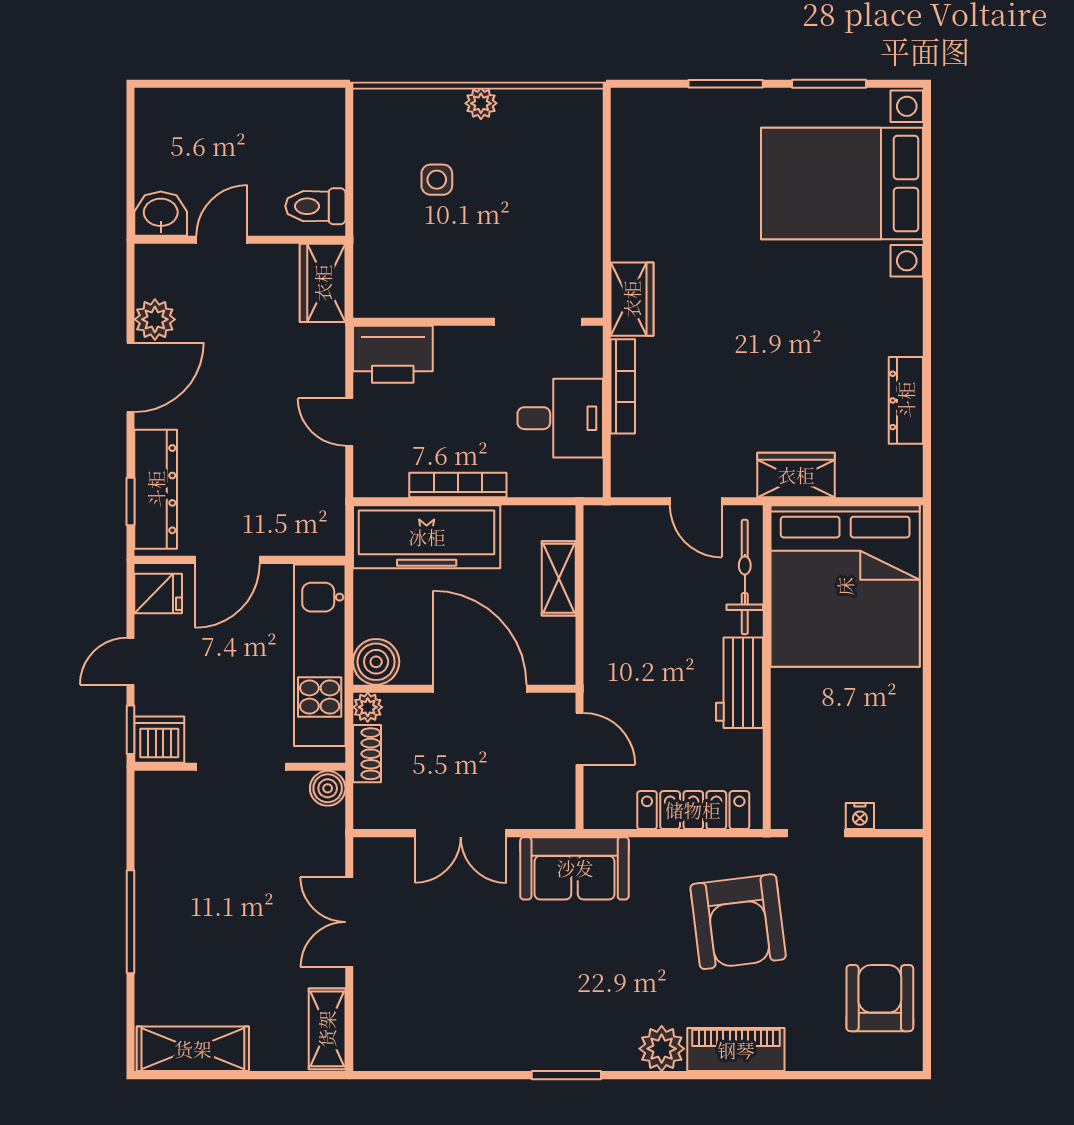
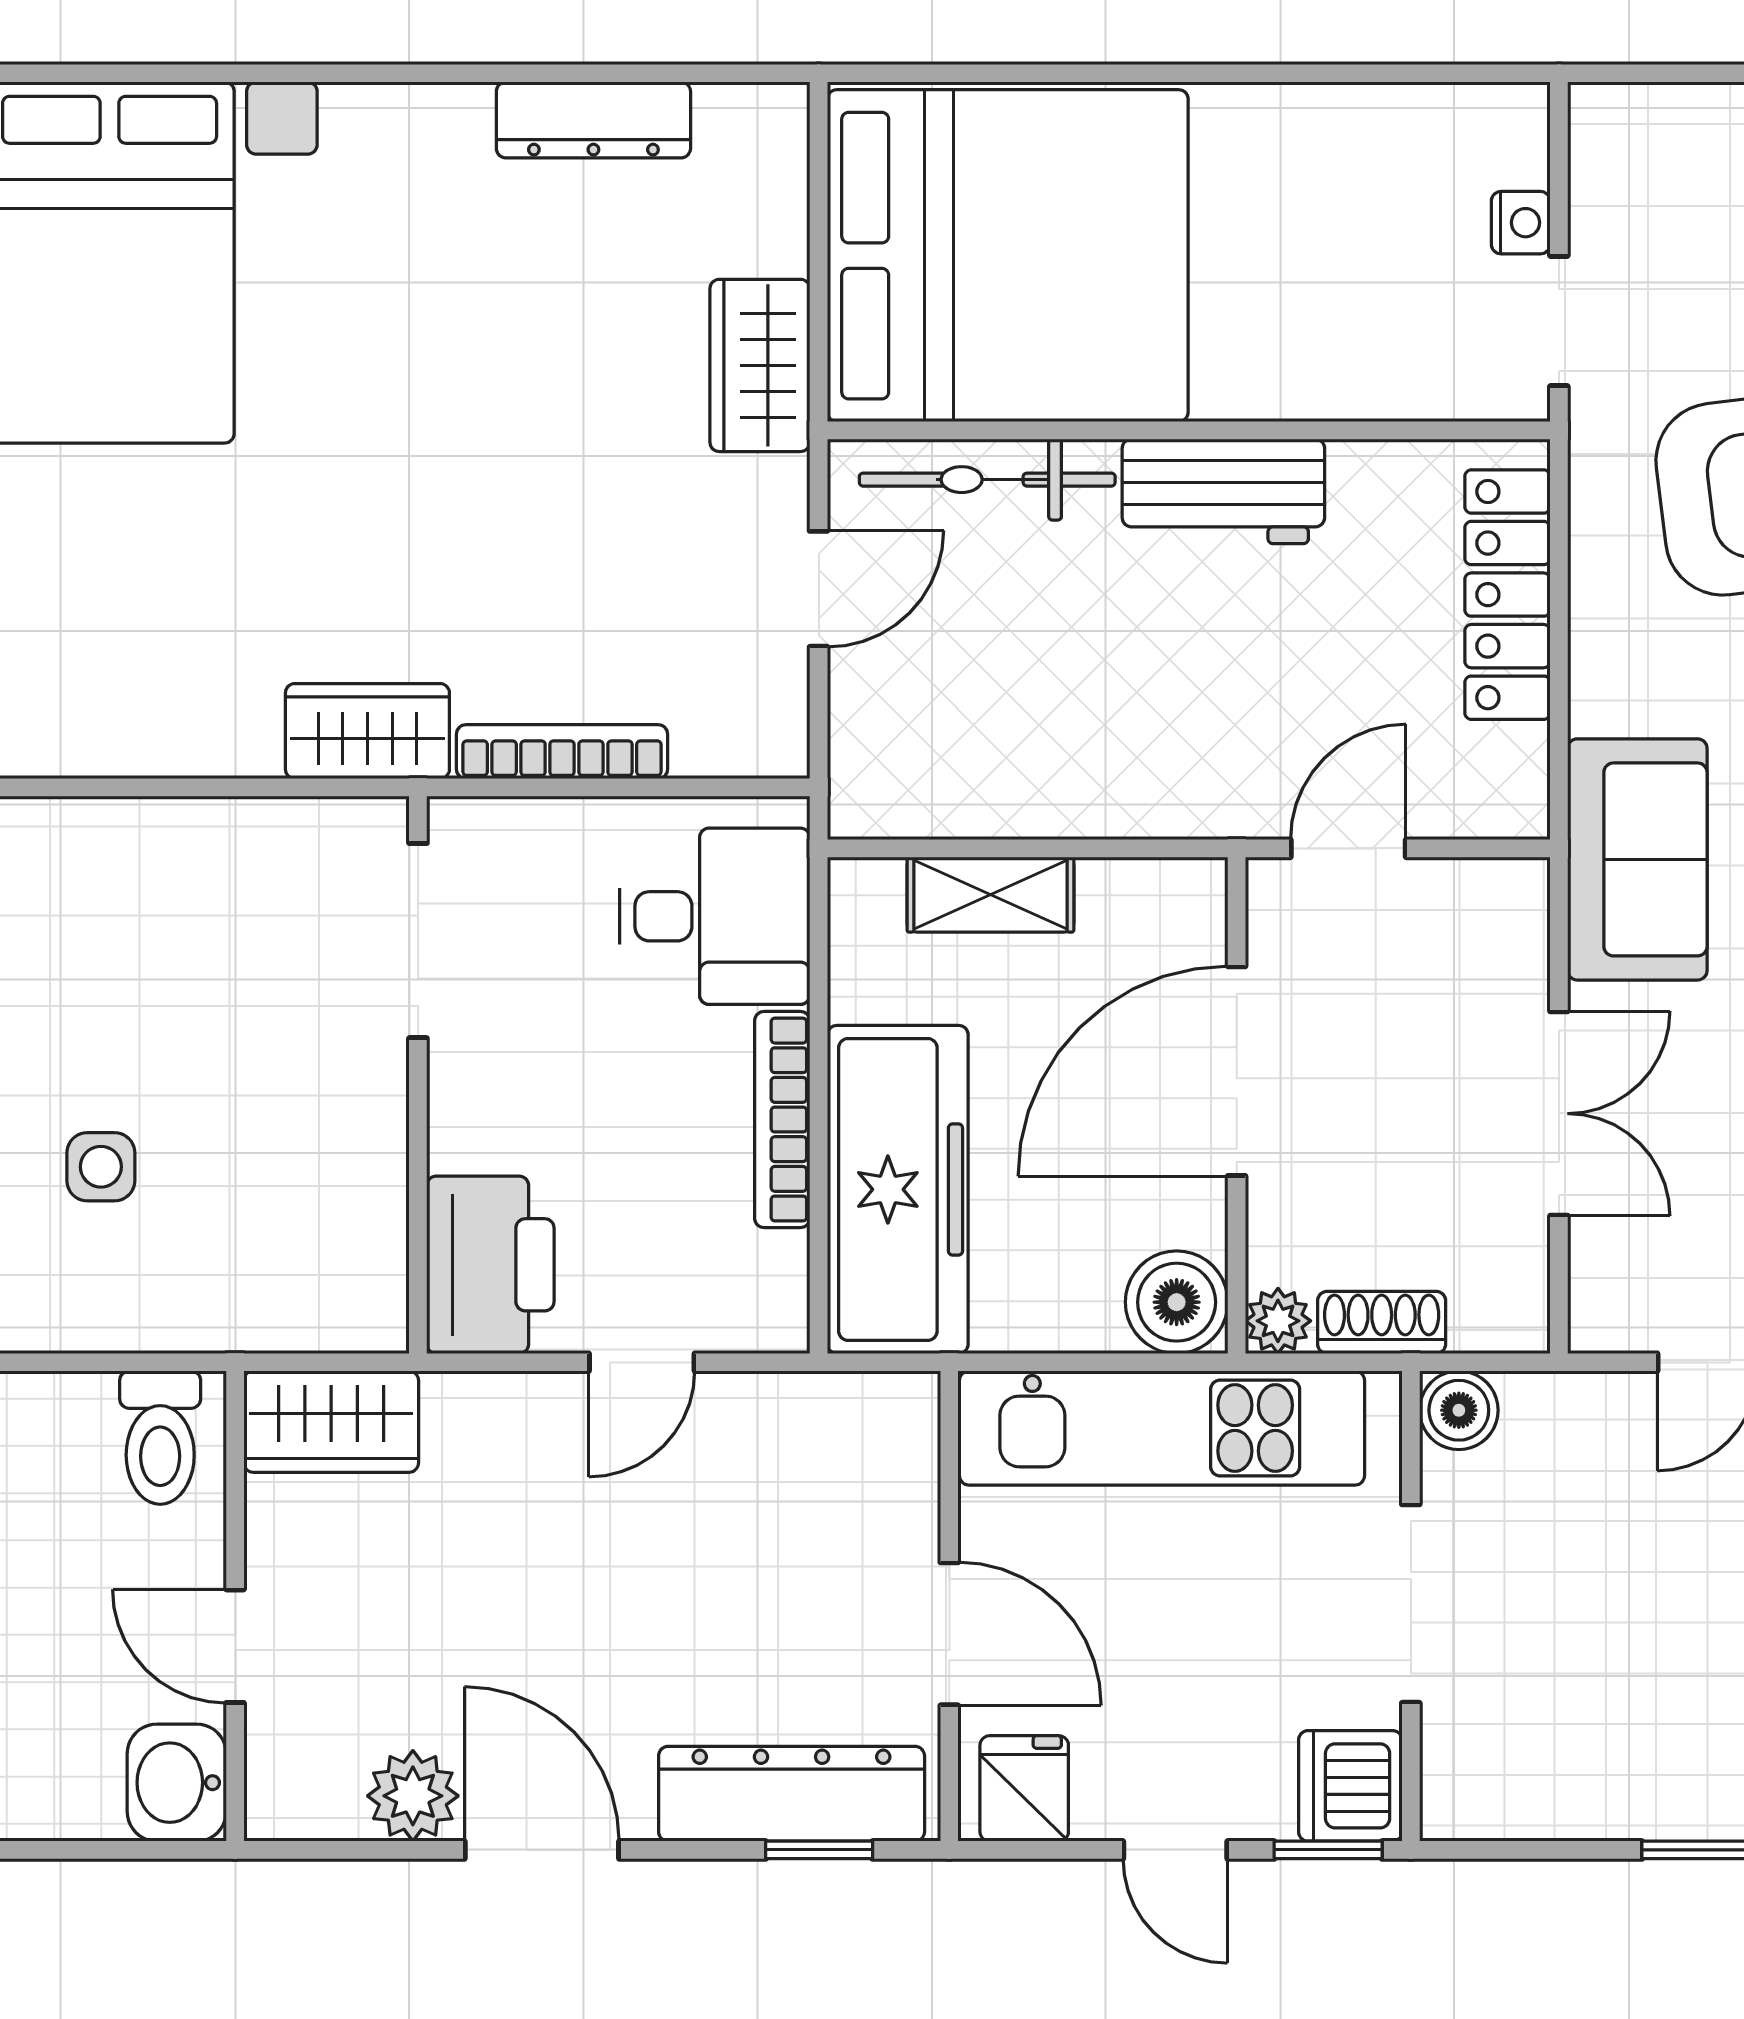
desk: (560, 418) -> (715, 916), moved, turned 90

